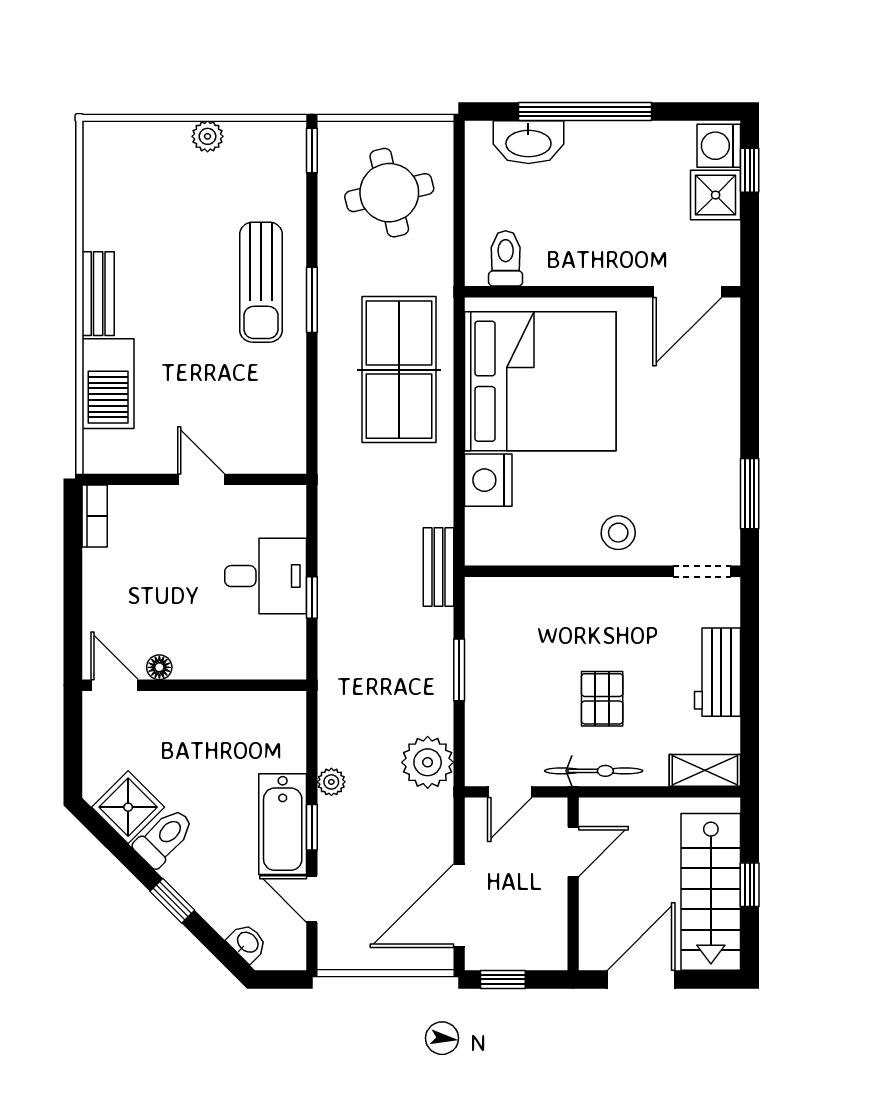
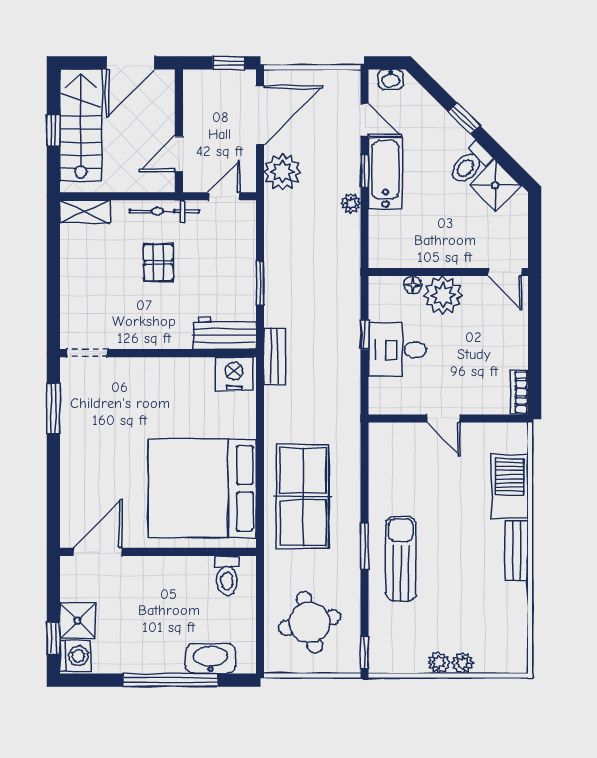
plant: (174, 136) -> (463, 663), added
nightstand: (488, 480) -> (234, 374), moved, turned -90
stool: (618, 533) -> (147, 381), removed
plant: (202, 653) -> (443, 295), added
floor lamp: (159, 667) -> (413, 285), moved
workbench: (718, 672) -> (225, 333), moved, turned -90
plant: (428, 762) -> (282, 172), moved
washbasin: (247, 943) -> (391, 79), moved, turned -45

